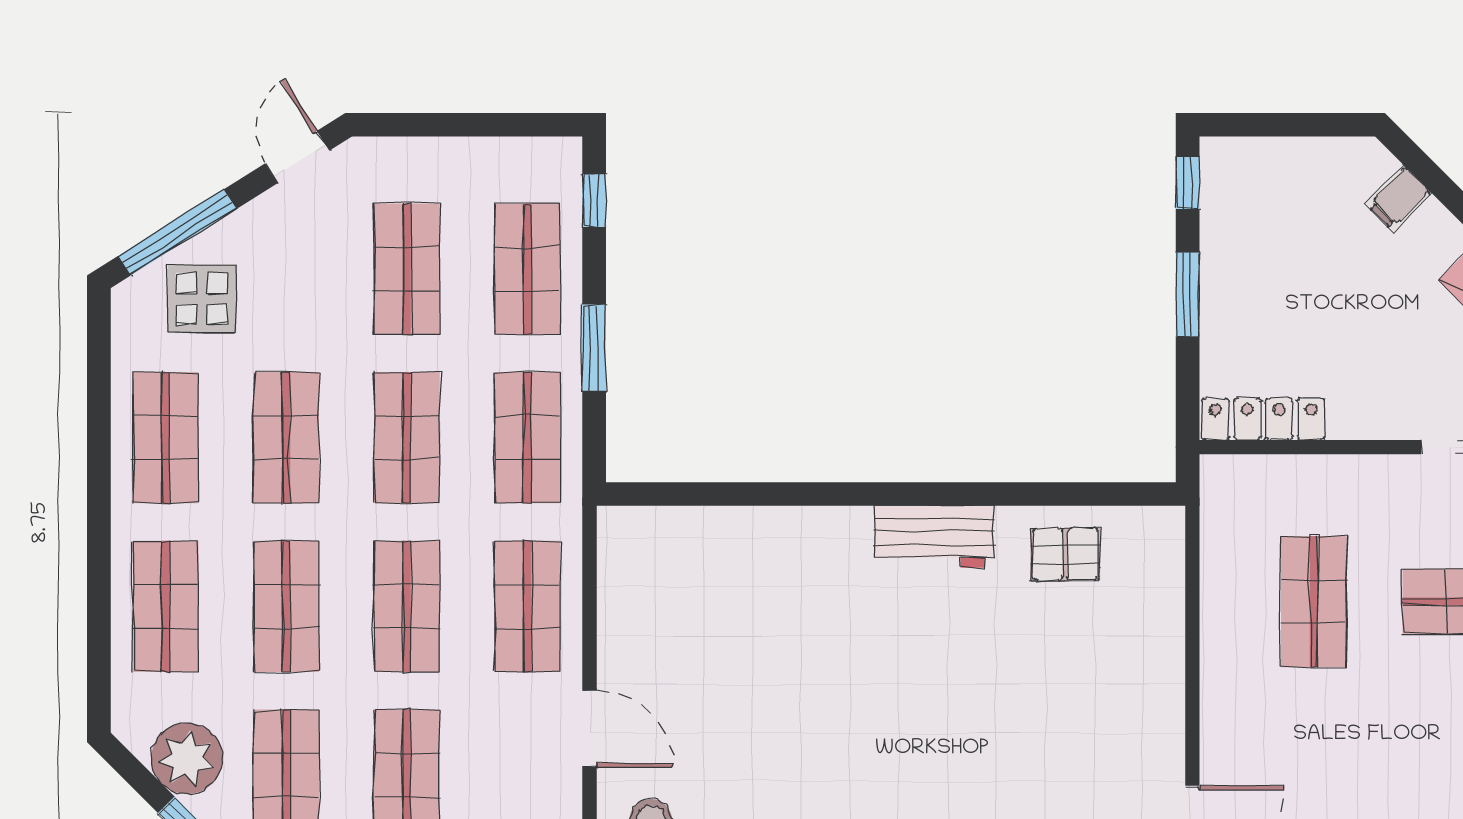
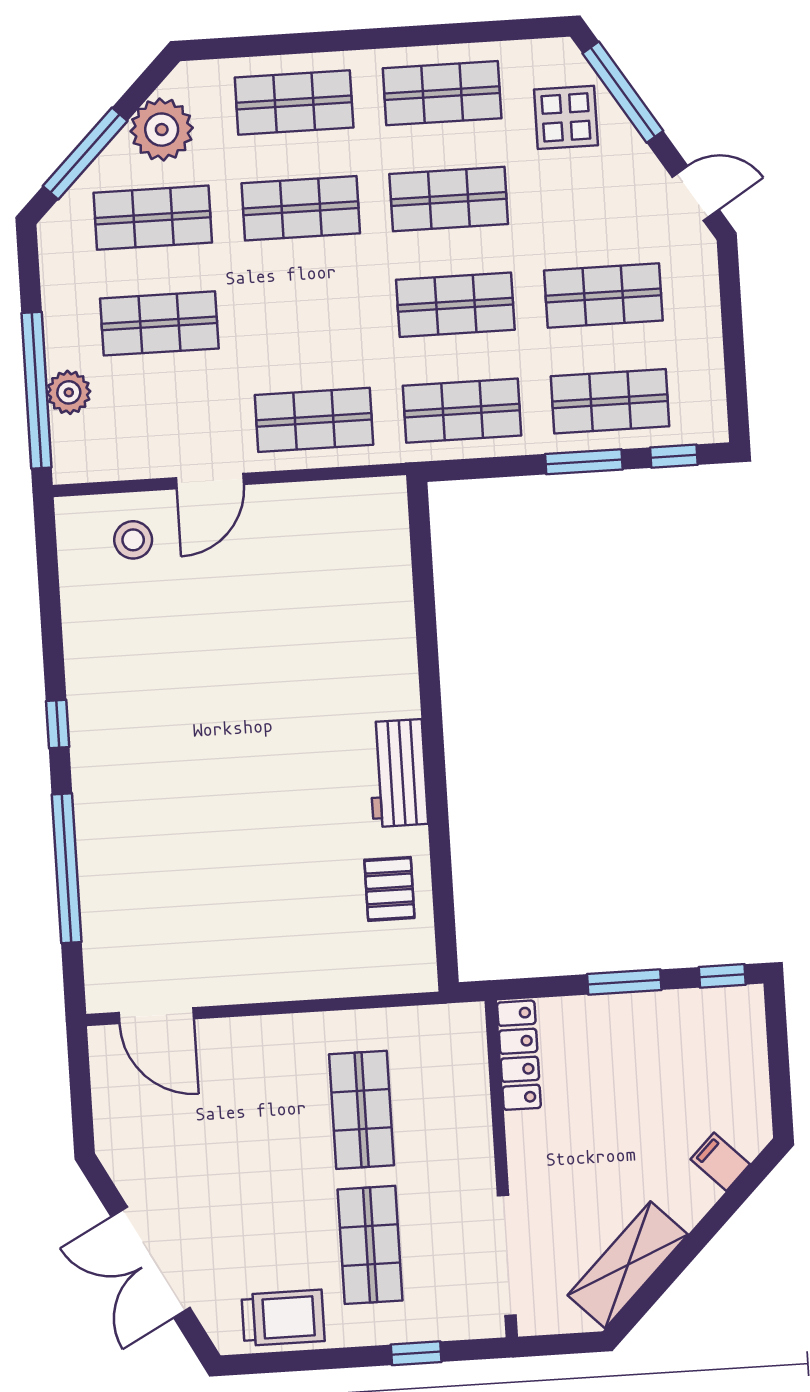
window: (594, 348) -> (584, 462), moved
shop shelf: (1314, 602) -> (362, 1110), turned 90
shop shelf: (407, 606) -> (307, 314), removed

